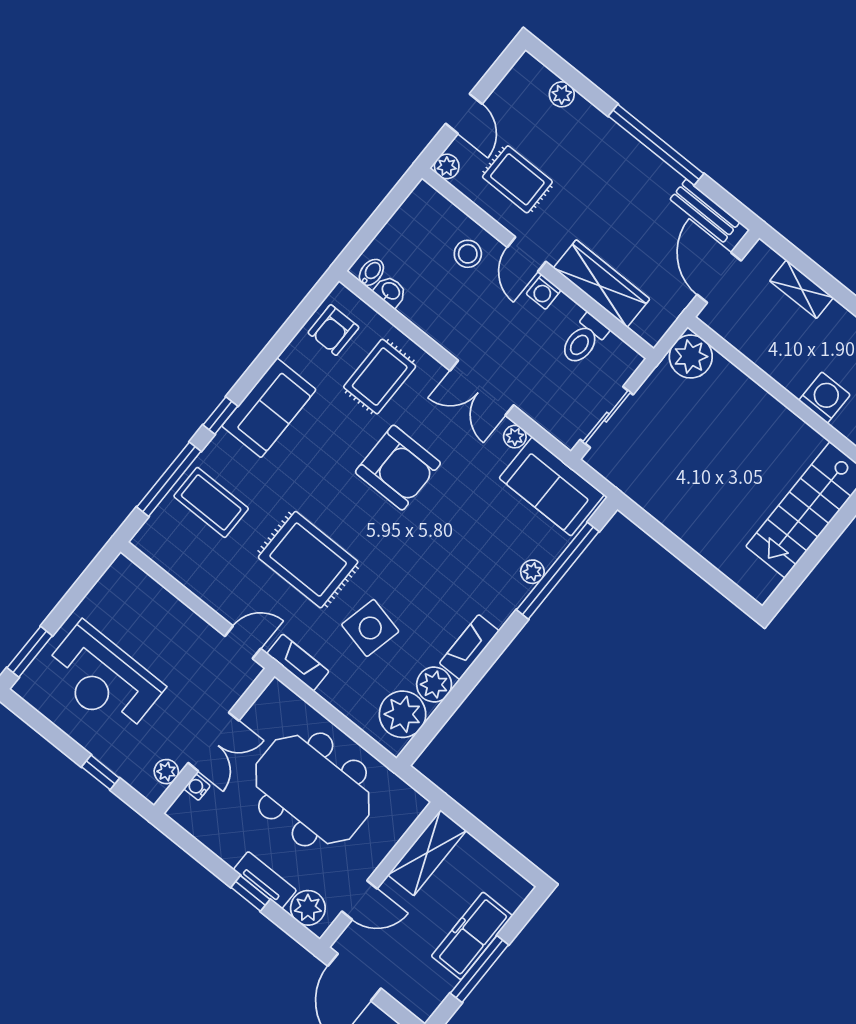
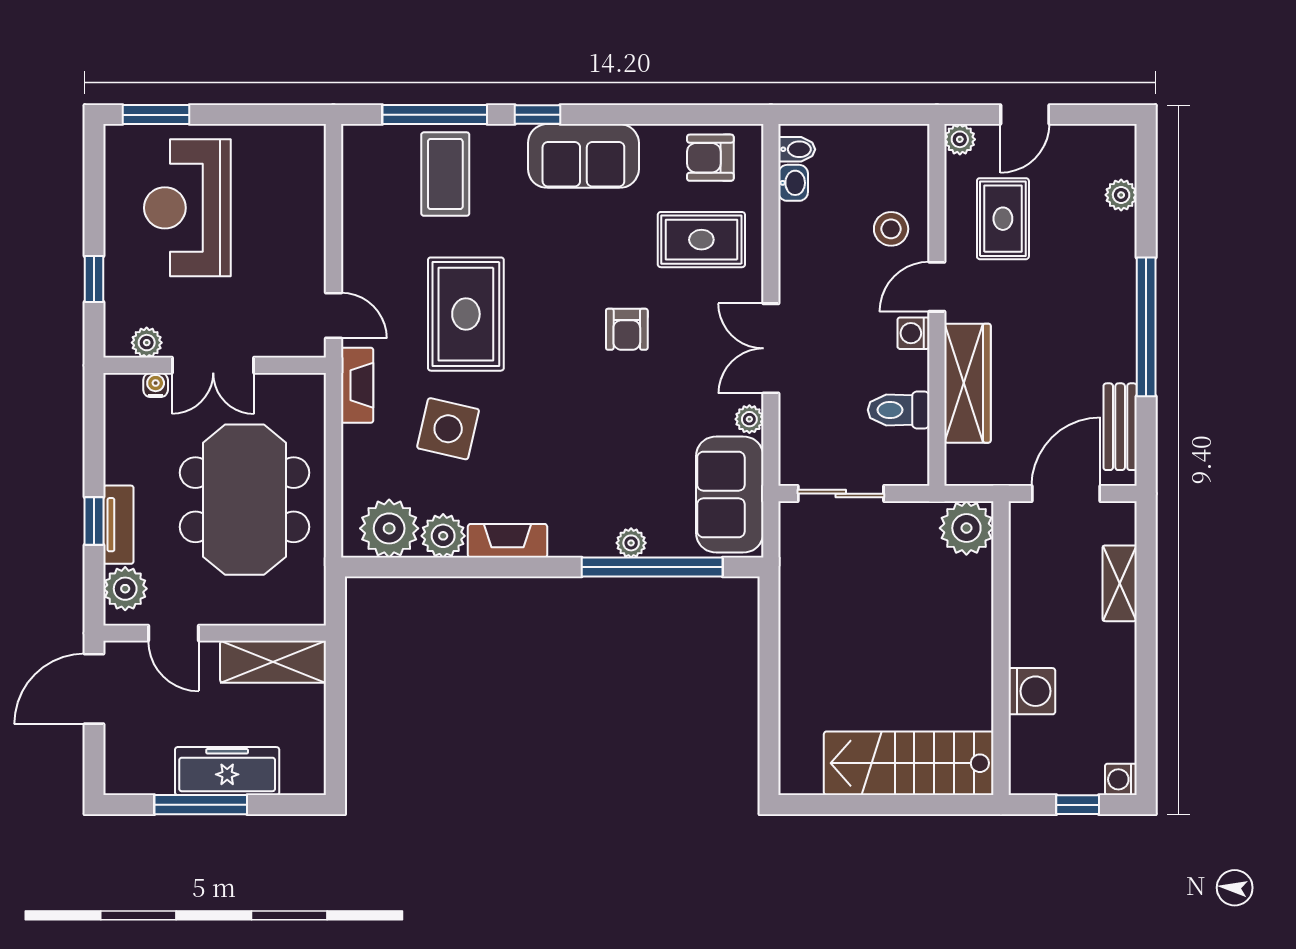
armchair: (398, 468) -> (627, 329), width x0.53, depth x0.53

